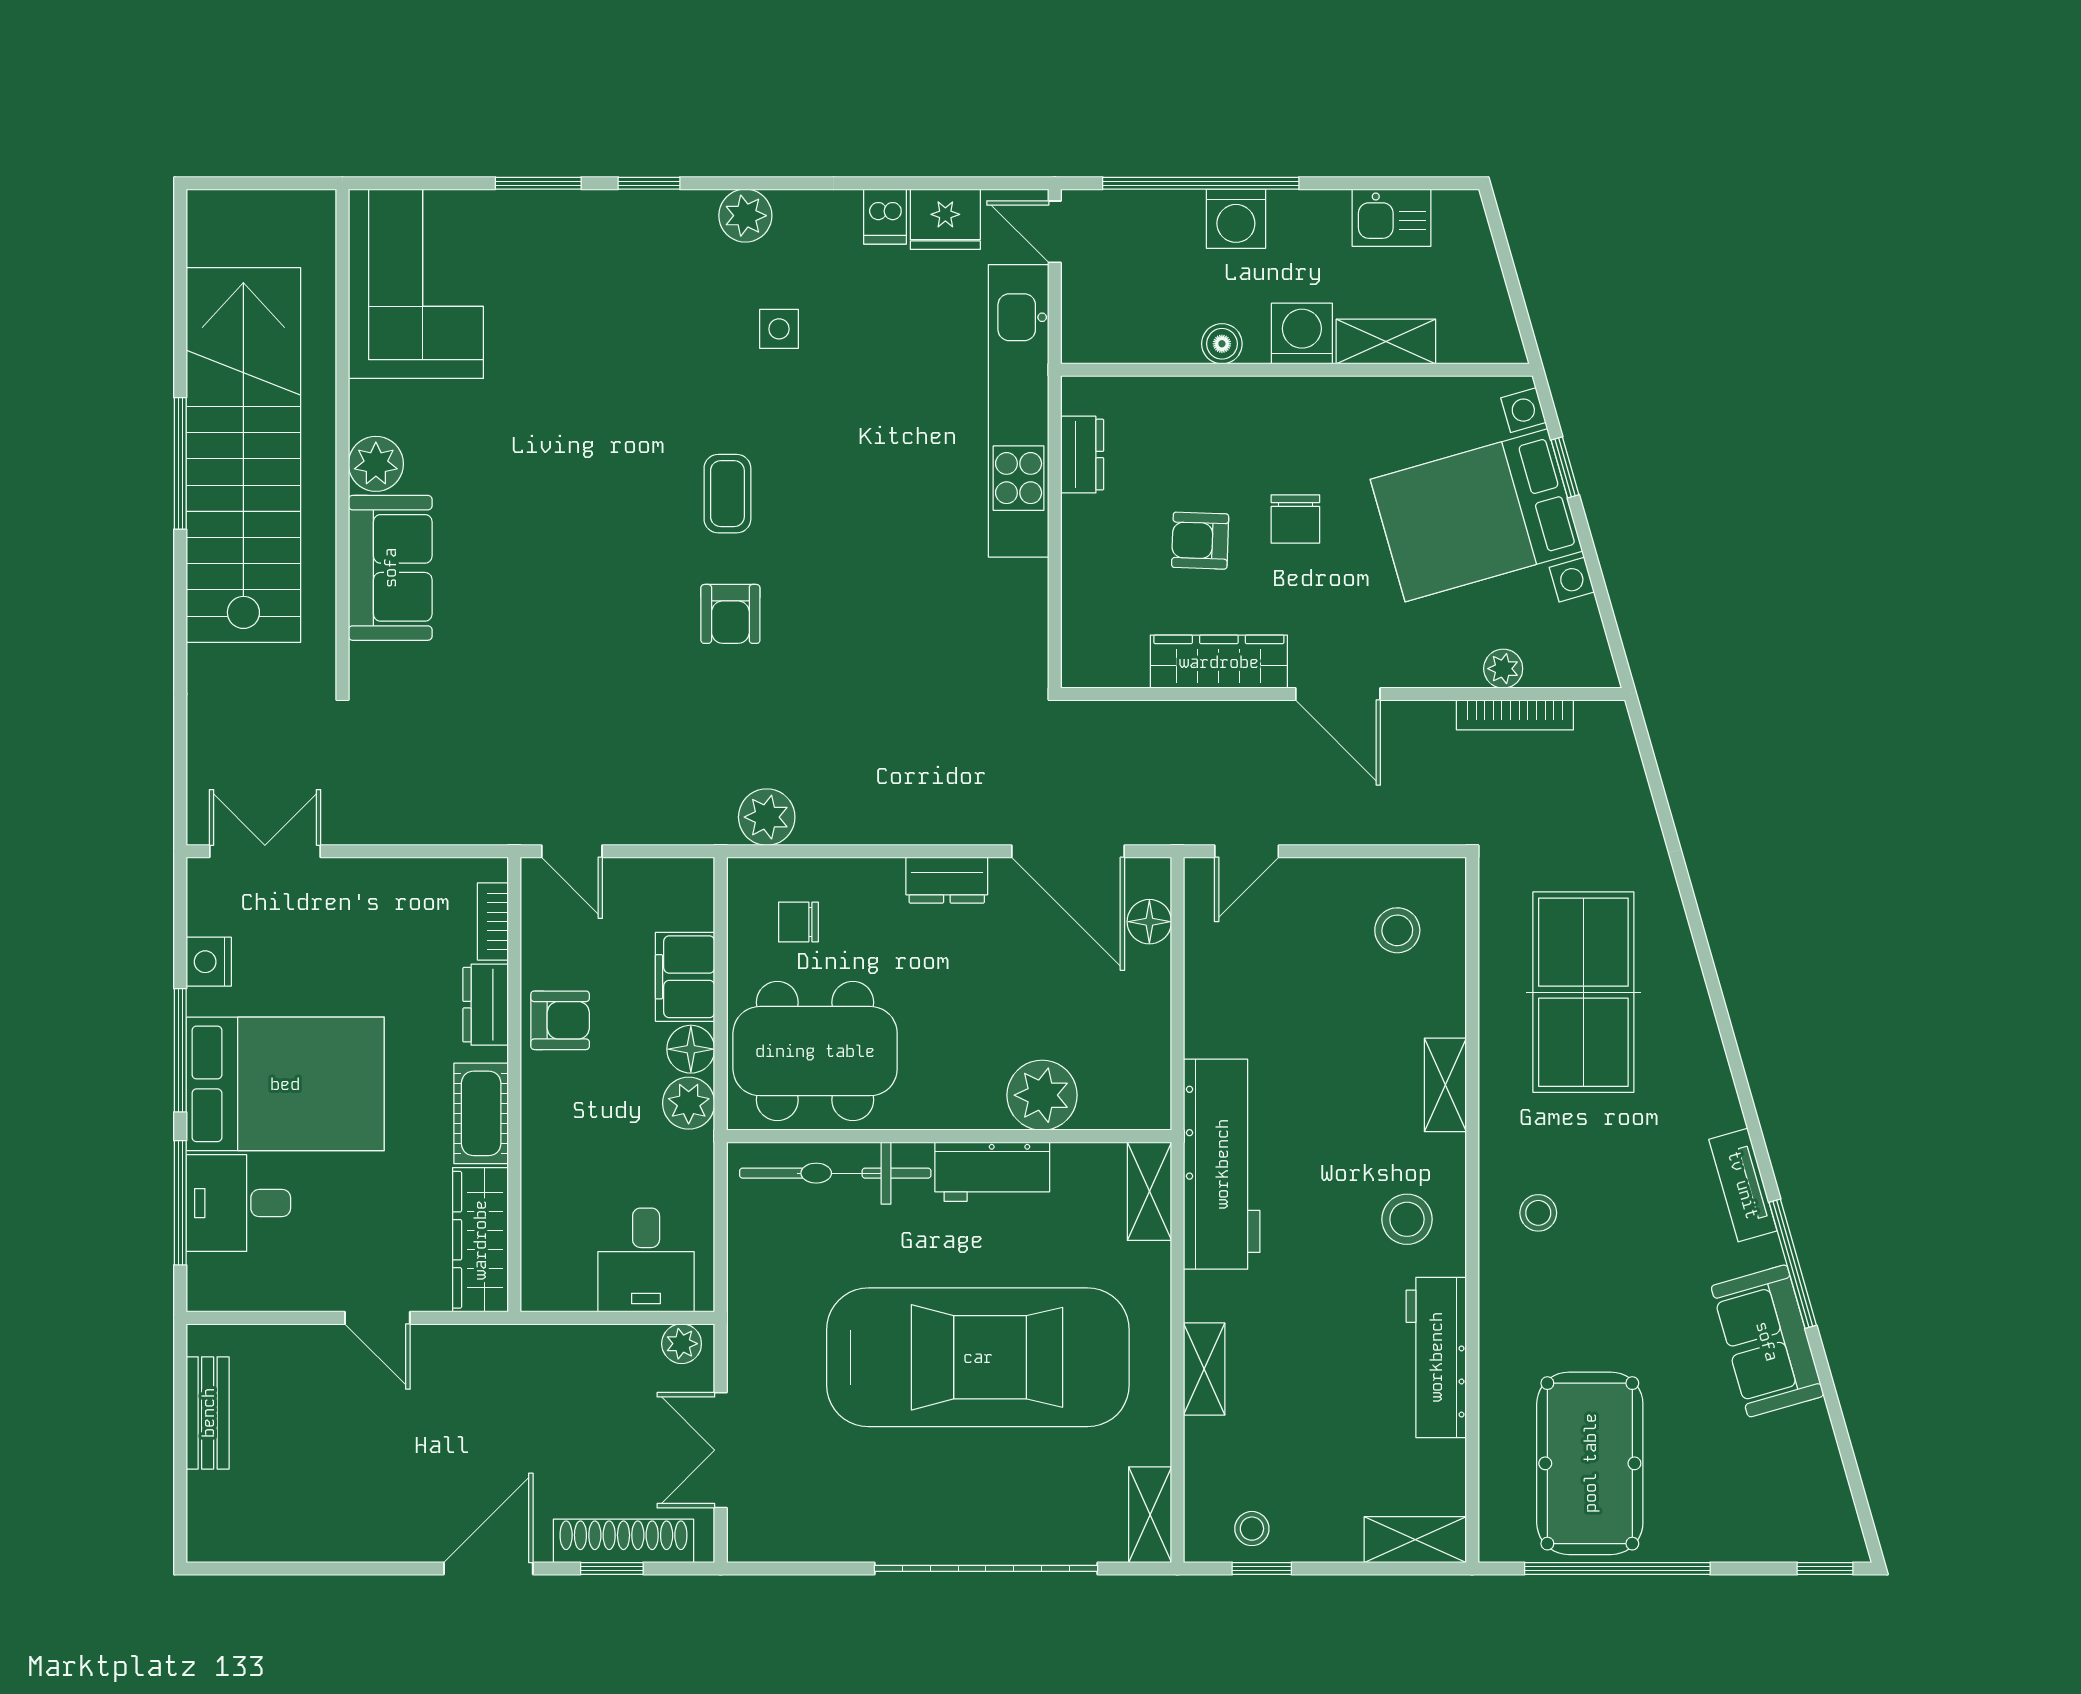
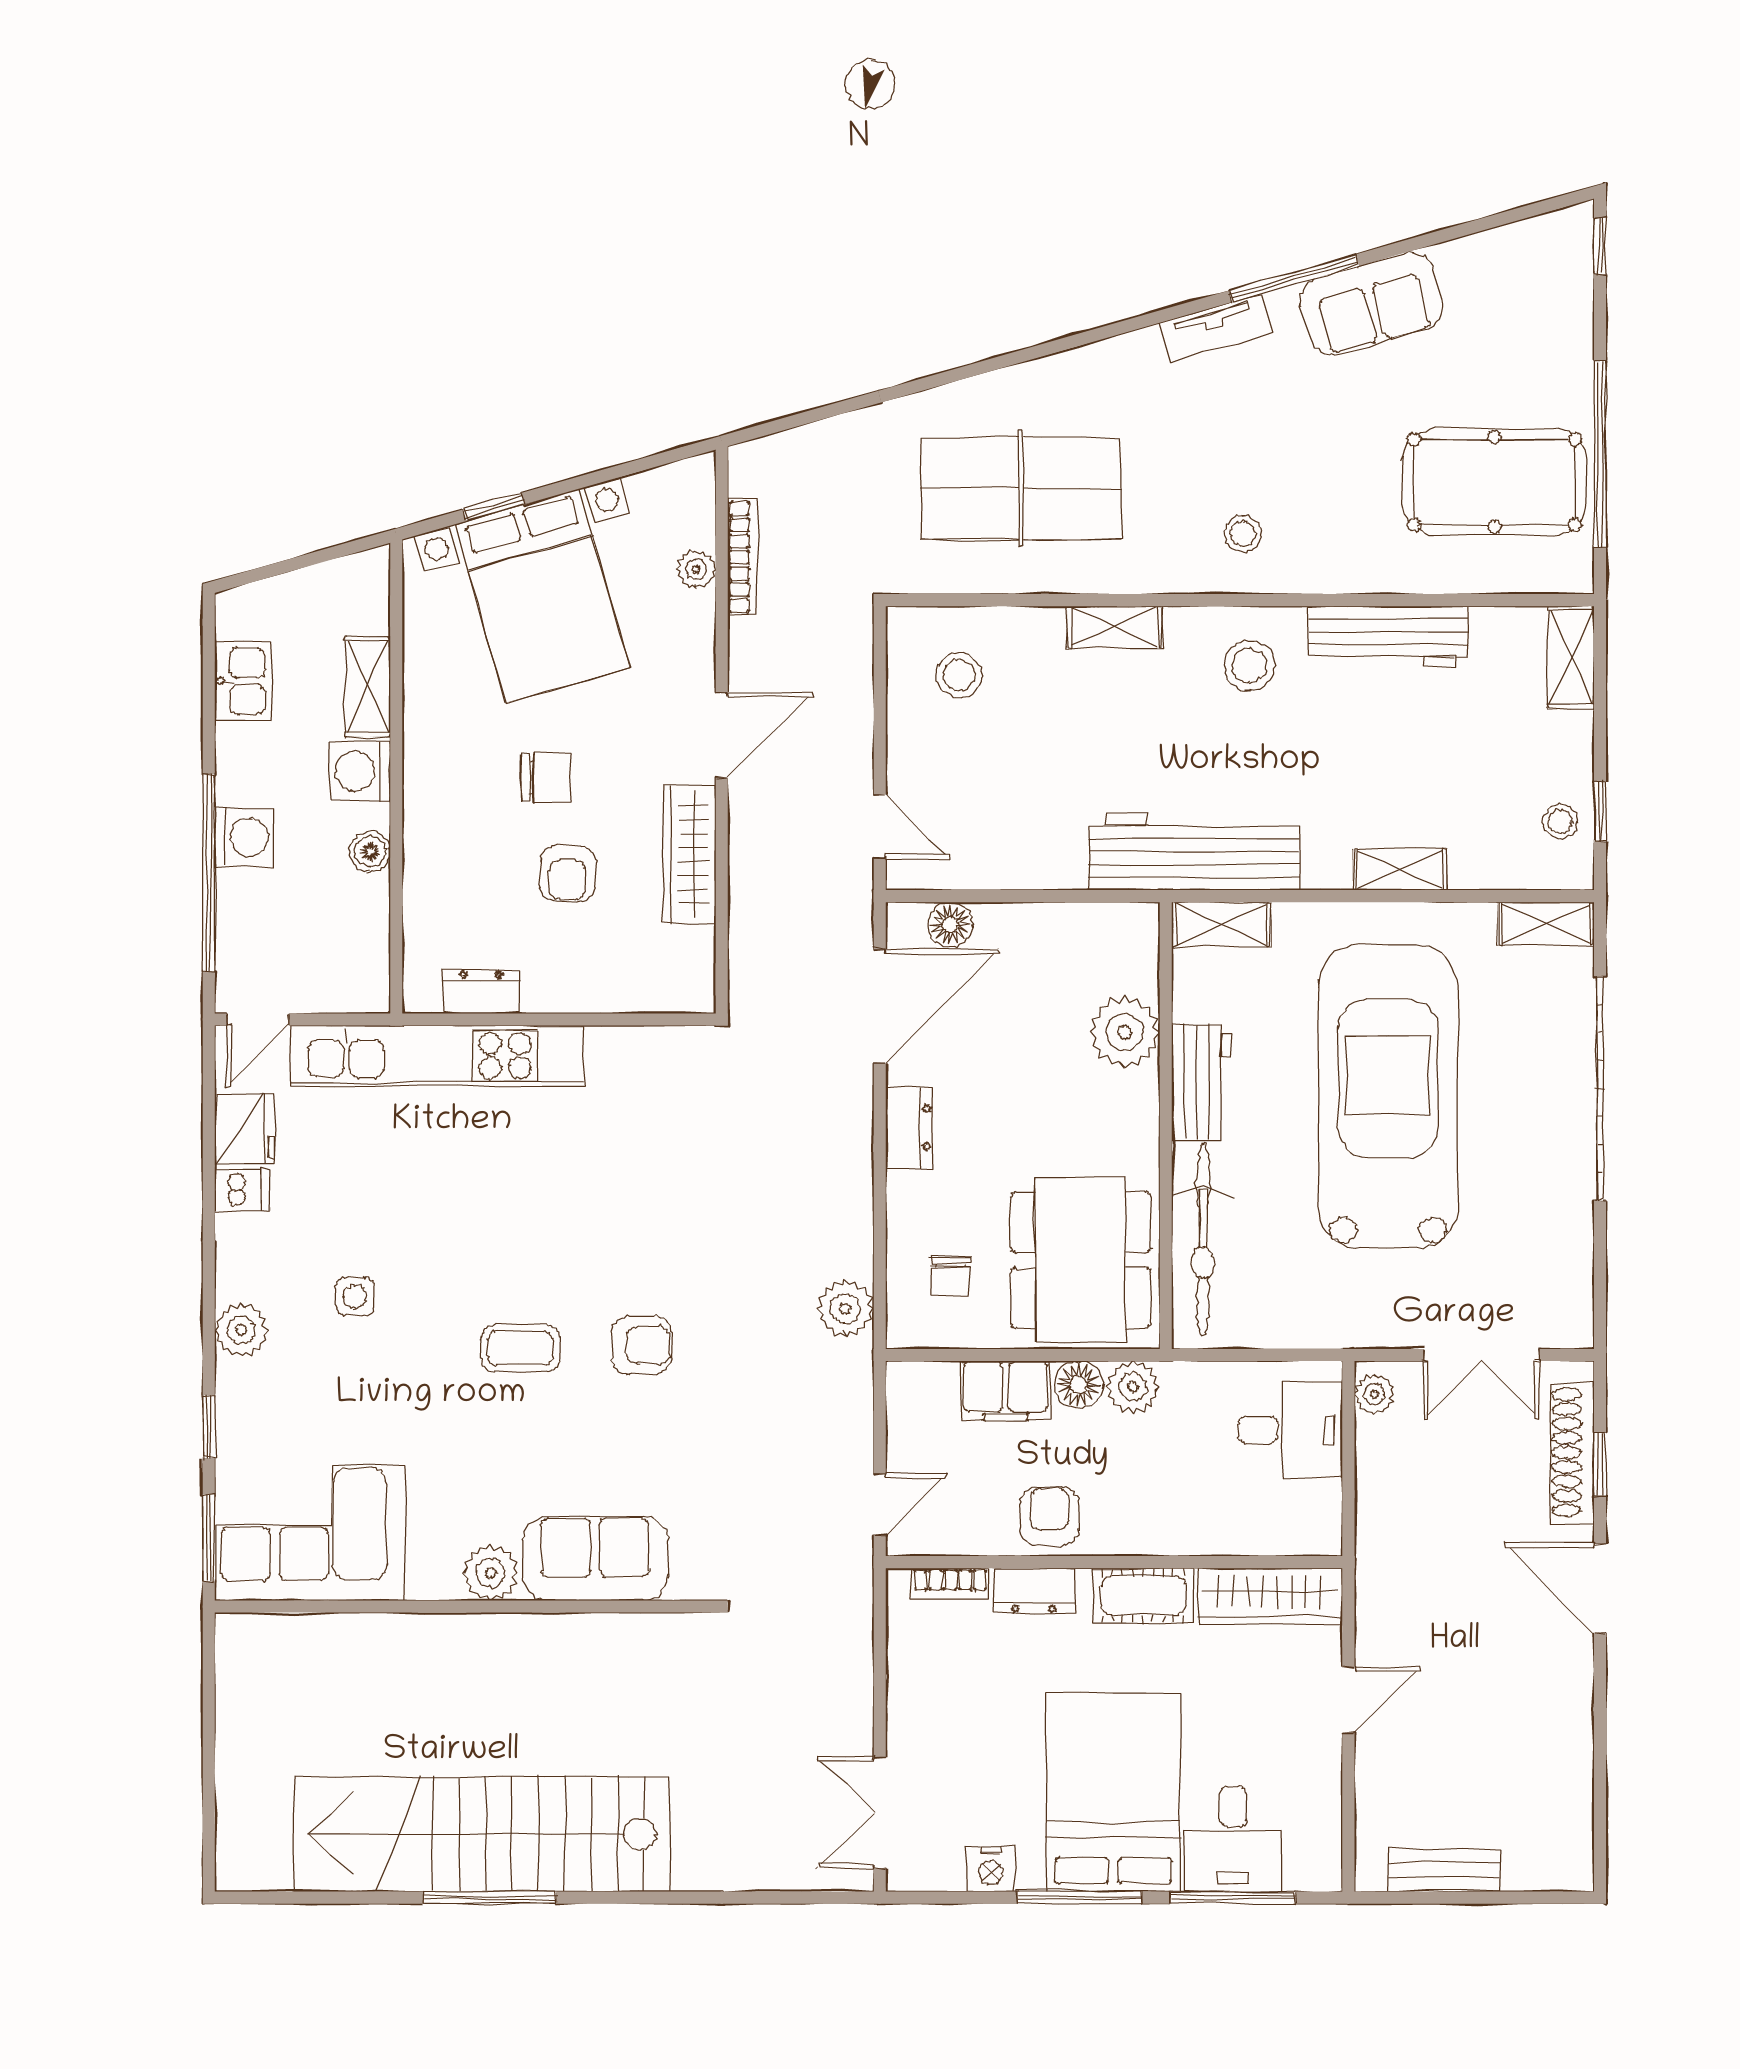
corner sofa: (416, 284) -> (310, 1533), moved
wall: (342, 439) -> (465, 1607), moved
plant: (376, 464) -> (491, 1573), moved
sofa: (390, 568) -> (595, 1559), moved

